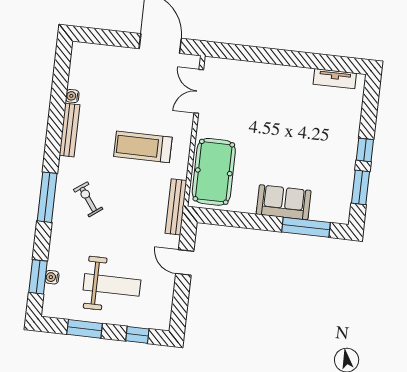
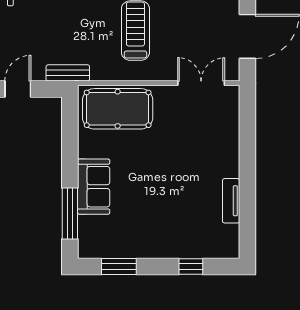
tv unit: (335, 79) -> (231, 201), moved
window: (365, 150) -> (191, 267), moved
bench: (176, 207) -> (68, 73), width x0.73

